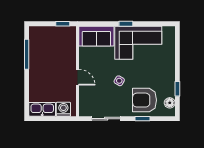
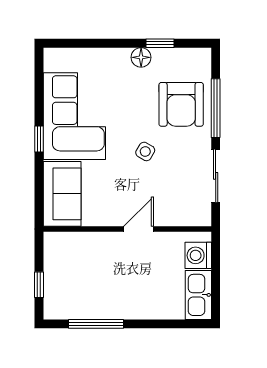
window: (63, 24) -> (39, 285), moved
floor lamp: (170, 103) -> (141, 57), moved
window: (143, 119) -> (216, 108), width x2.17

